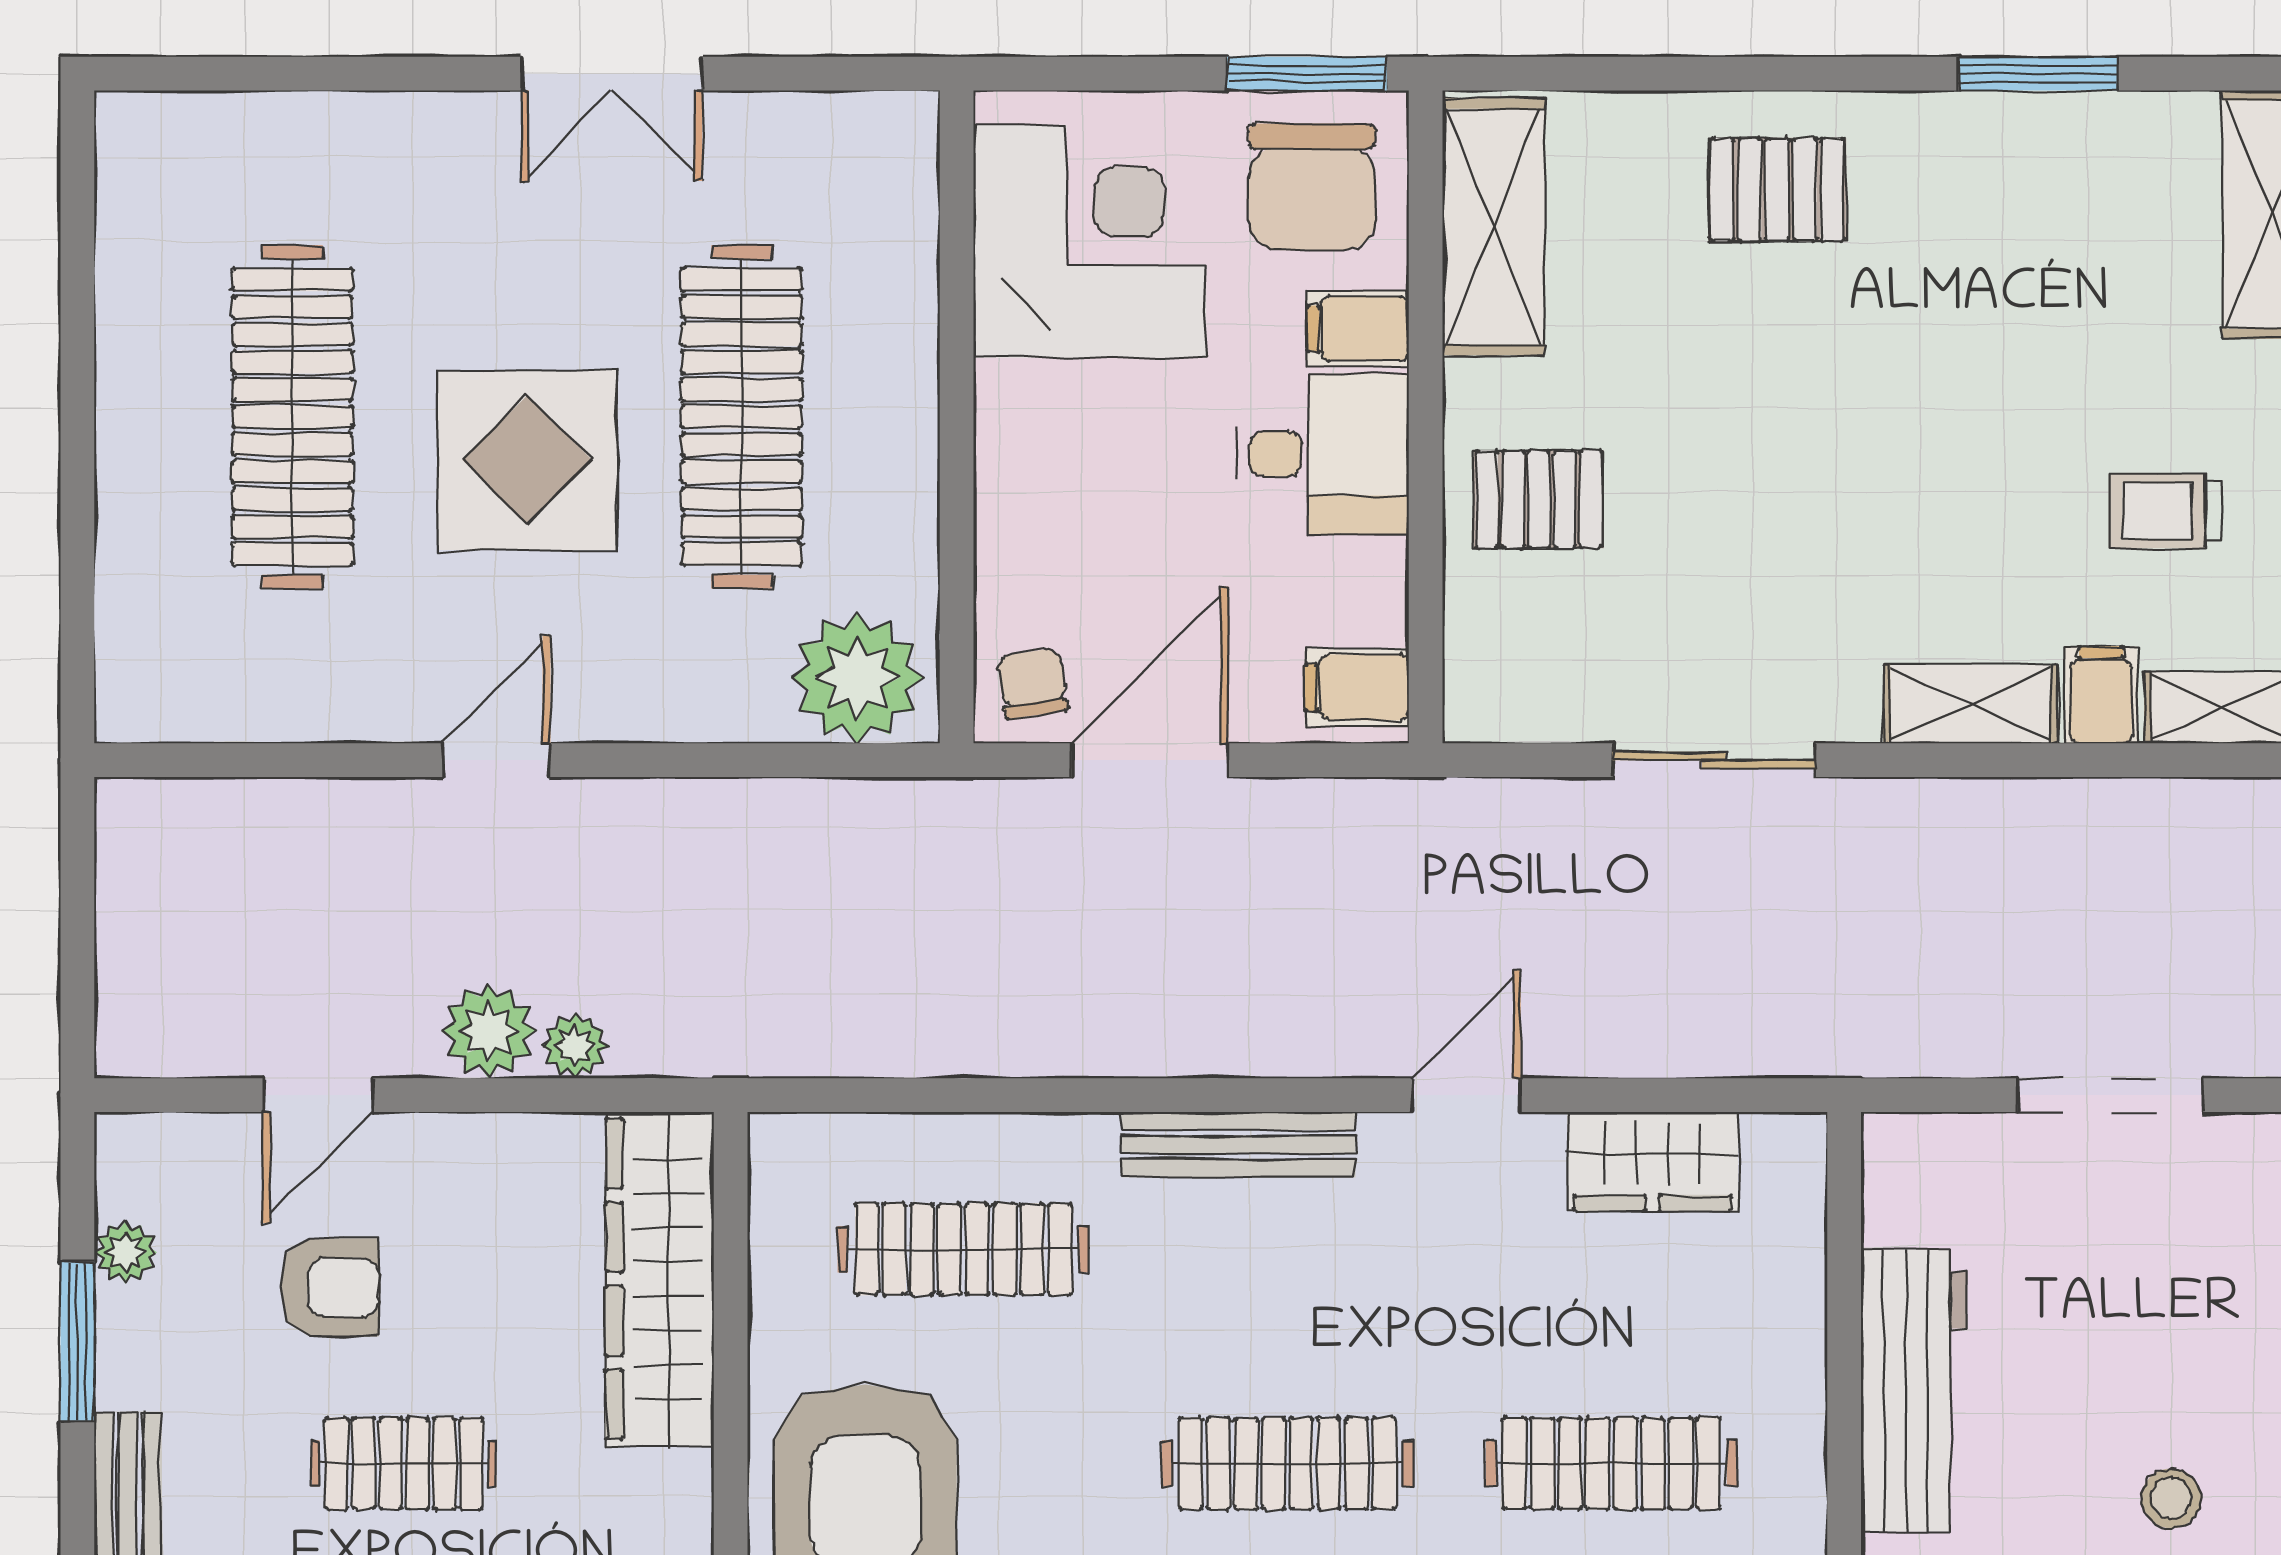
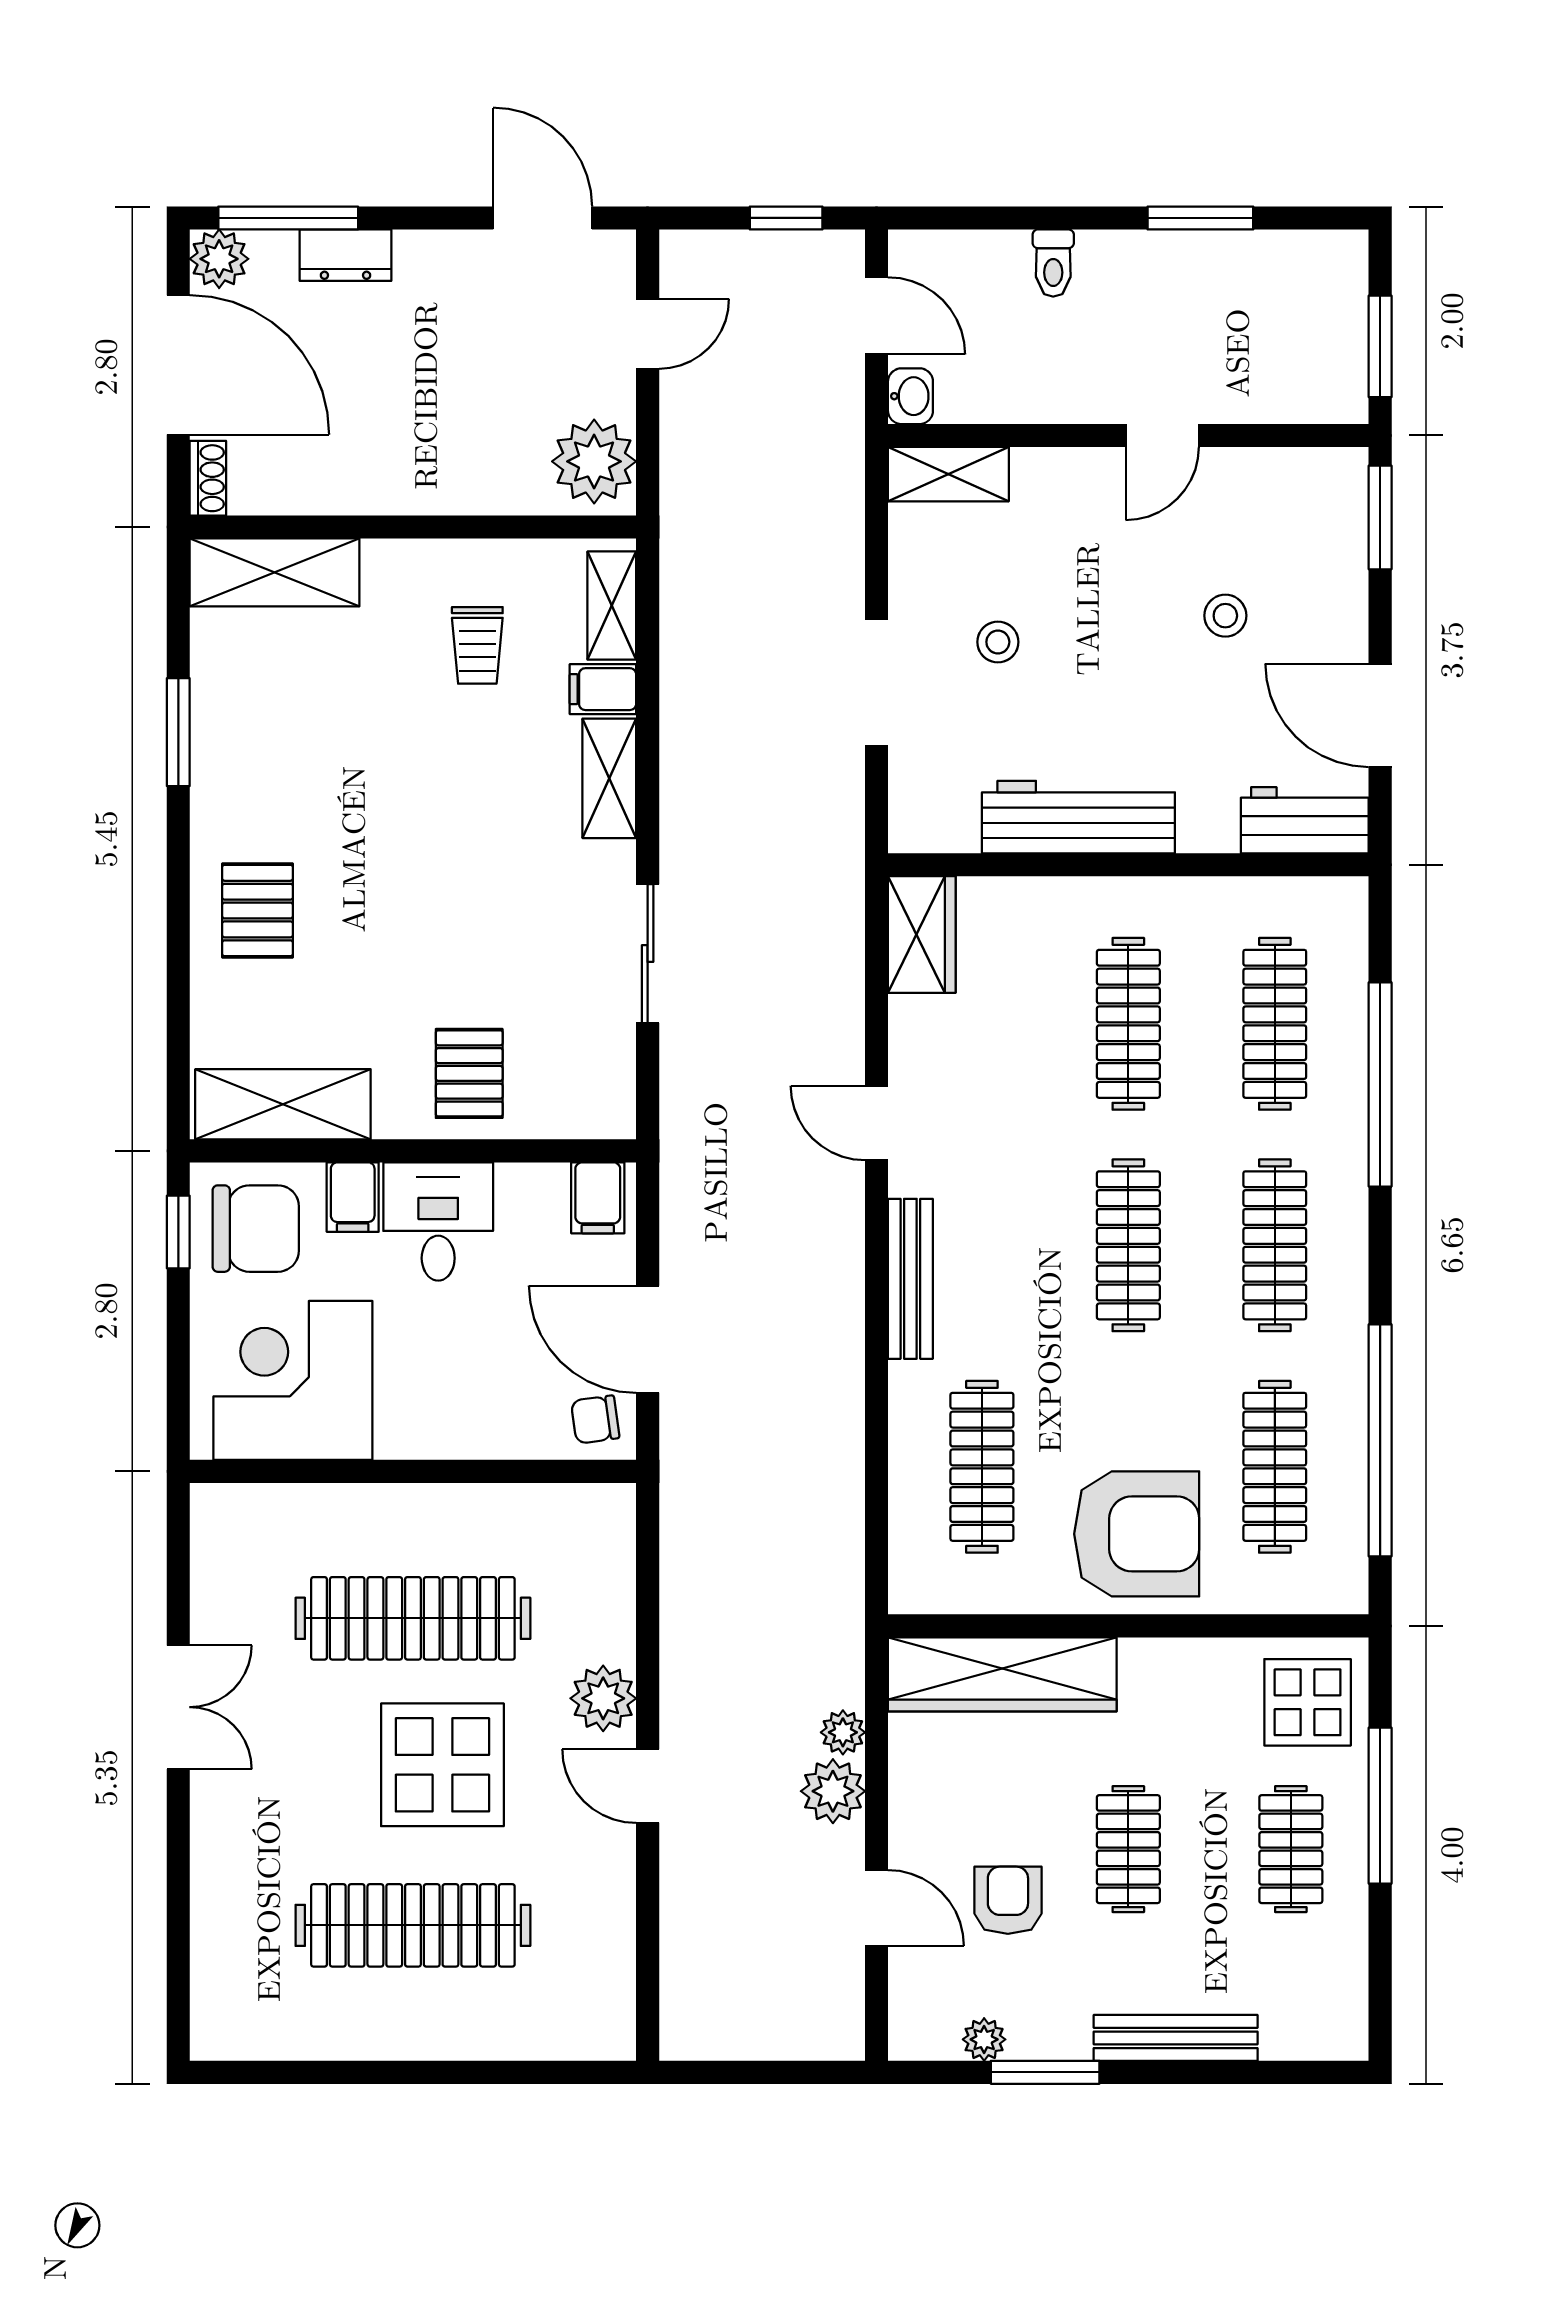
window: (1307, 74) -> (178, 1232), width x0.67
plant: (857, 678) -> (603, 1698), moved, width x0.73, depth x0.73
wardrobe: (1653, 1161) -> (922, 934), moved
stool: (2171, 1498) -> (998, 642), moved

